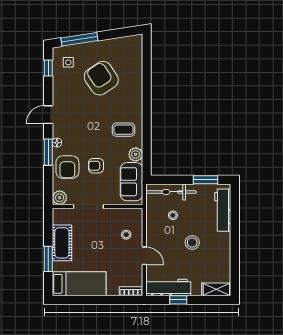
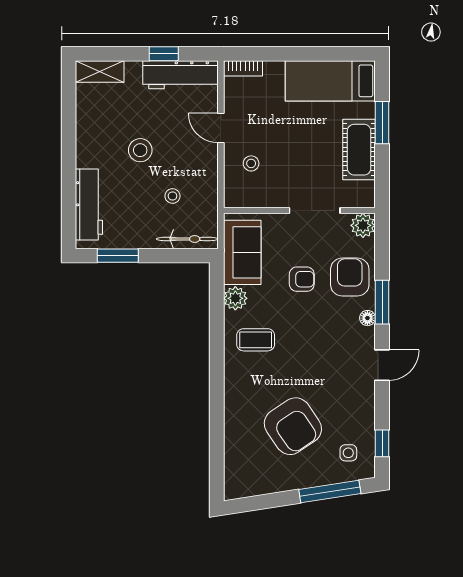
bicycle: (171, 192) -> (187, 239), width x0.73, depth x0.71

